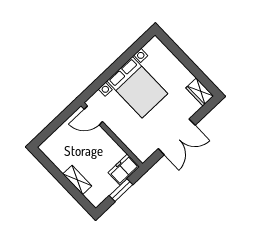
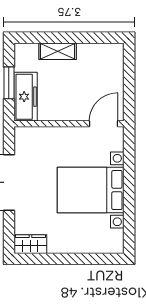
freezer: (124, 170) -> (26, 97), width x1.40

